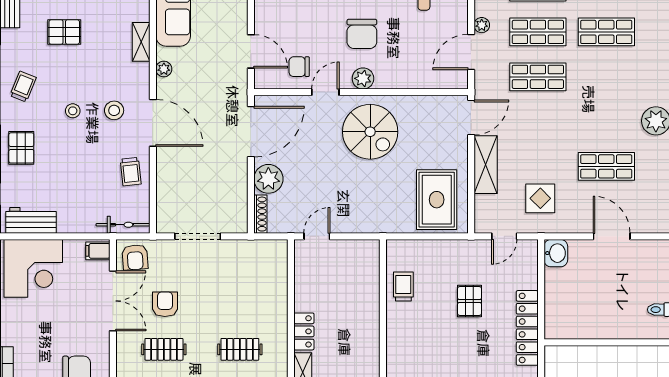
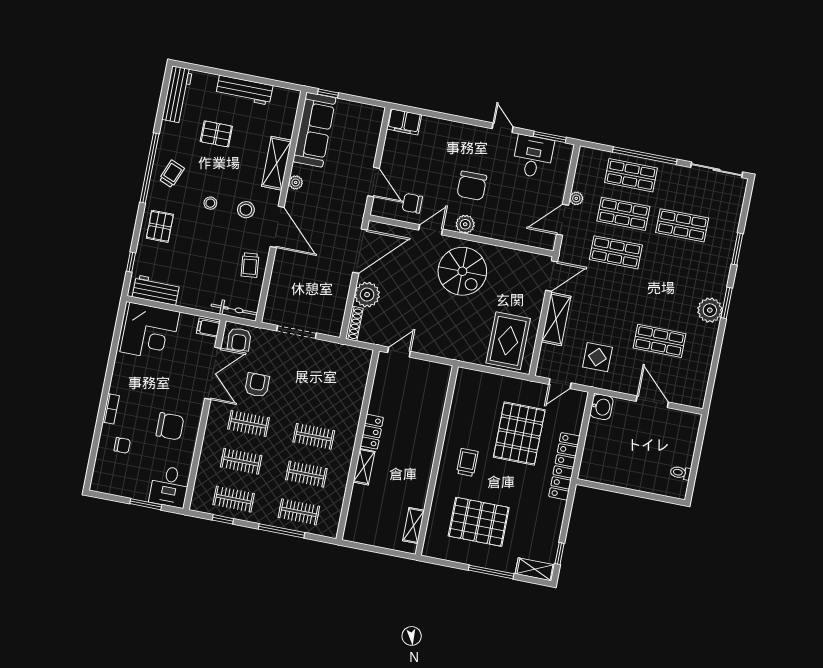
shelving: (141, 42) -> (277, 163), width x1.50, depth x1.33
trolley: (403, 286) -> (467, 462), moved
pallet: (470, 301) -> (519, 433), width x2.05, depth x2.00

